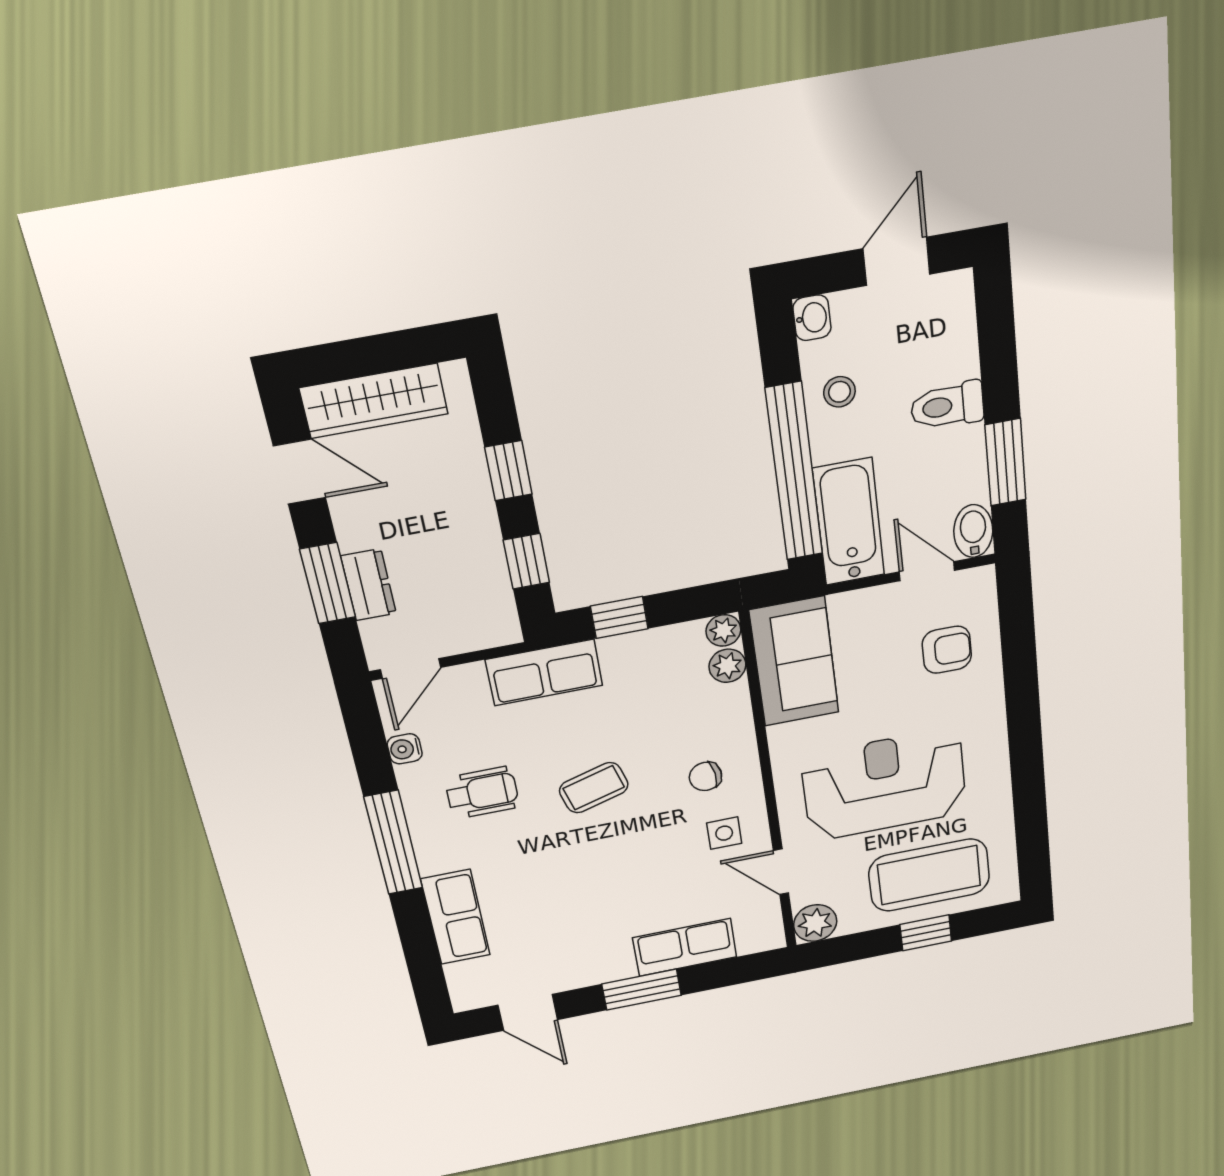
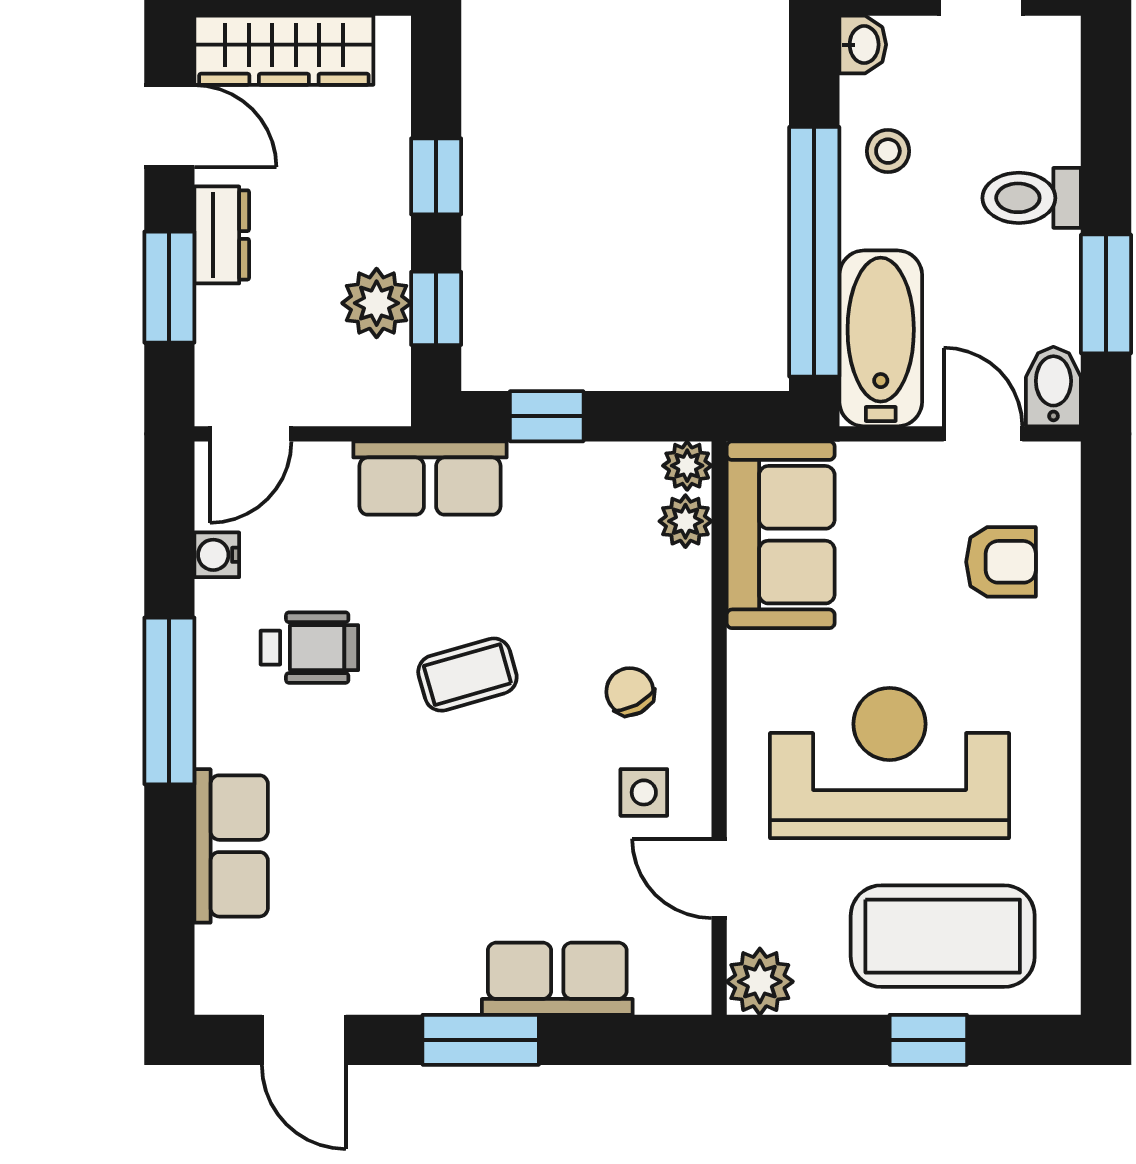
plant: (482, 566) -> (377, 303), added
dresser: (368, 585) -> (222, 235), moved
chair: (706, 776) -> (630, 692), turned 70

